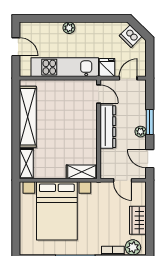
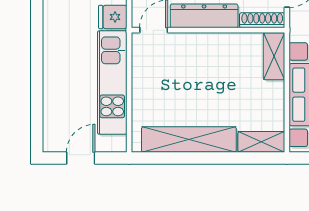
plant: (69, 28) -> (51, 76), removed
shoe rack: (105, 164) -> (262, 20), added

